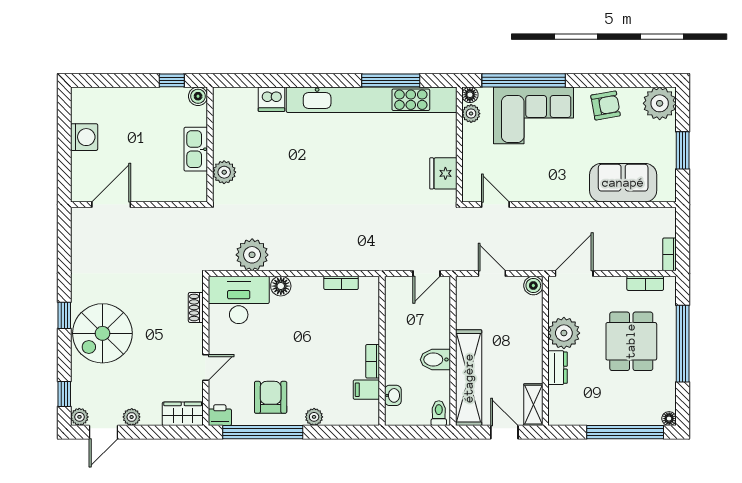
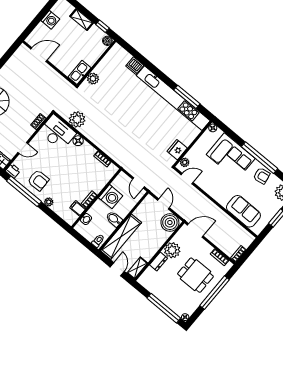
window: (524, 80) -> (260, 158), moved
shelving: (132, 97) -> (82, 20), added
plant: (471, 114) -> (185, 162), moved
kitchen sink: (196, 149) -> (80, 72), moved
door: (495, 205) -> (187, 179), hinge flipped
door: (427, 273) -> (138, 183), hinge flipped
boiler: (533, 286) -> (170, 223), width x1.86, depth x1.86
washing machine: (402, 330) -> (111, 197), added
dining table: (631, 341) -> (195, 275), turned 90
armchair: (271, 397) -> (38, 180), turned 89

